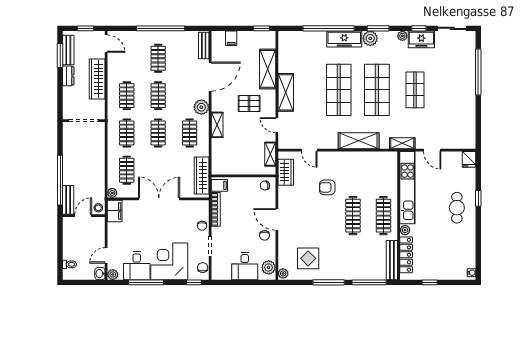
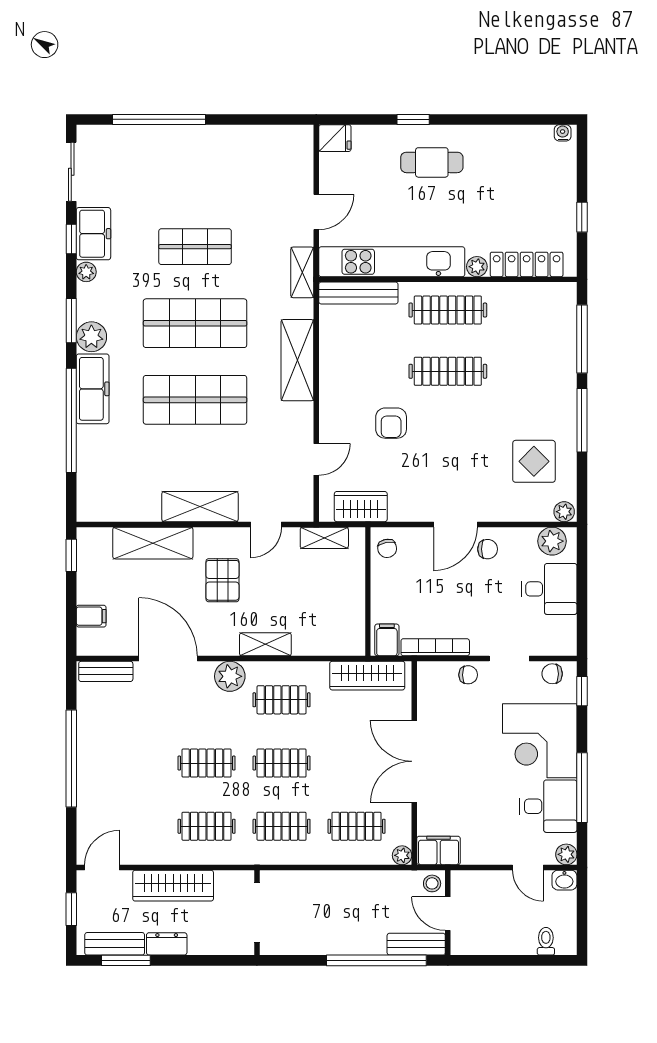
clothes rail: (158, 58) -> (132, 763), removed
bench: (392, 260) -> (358, 293), moved

